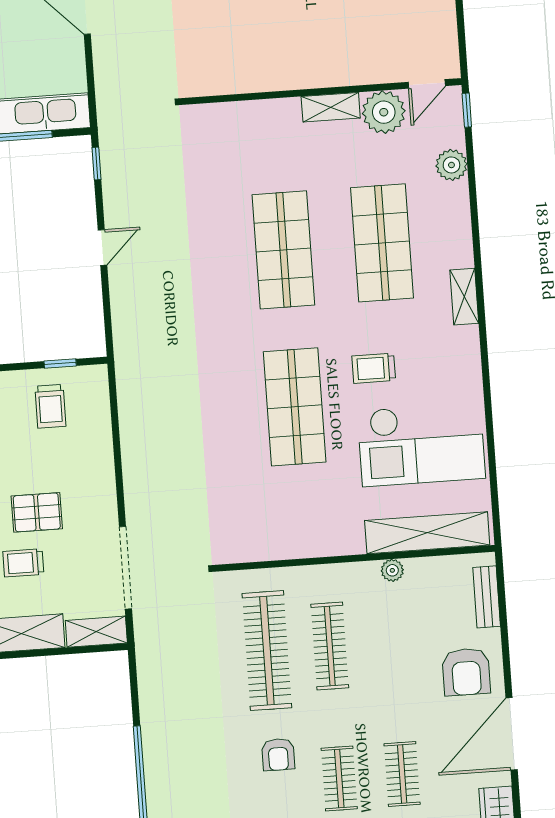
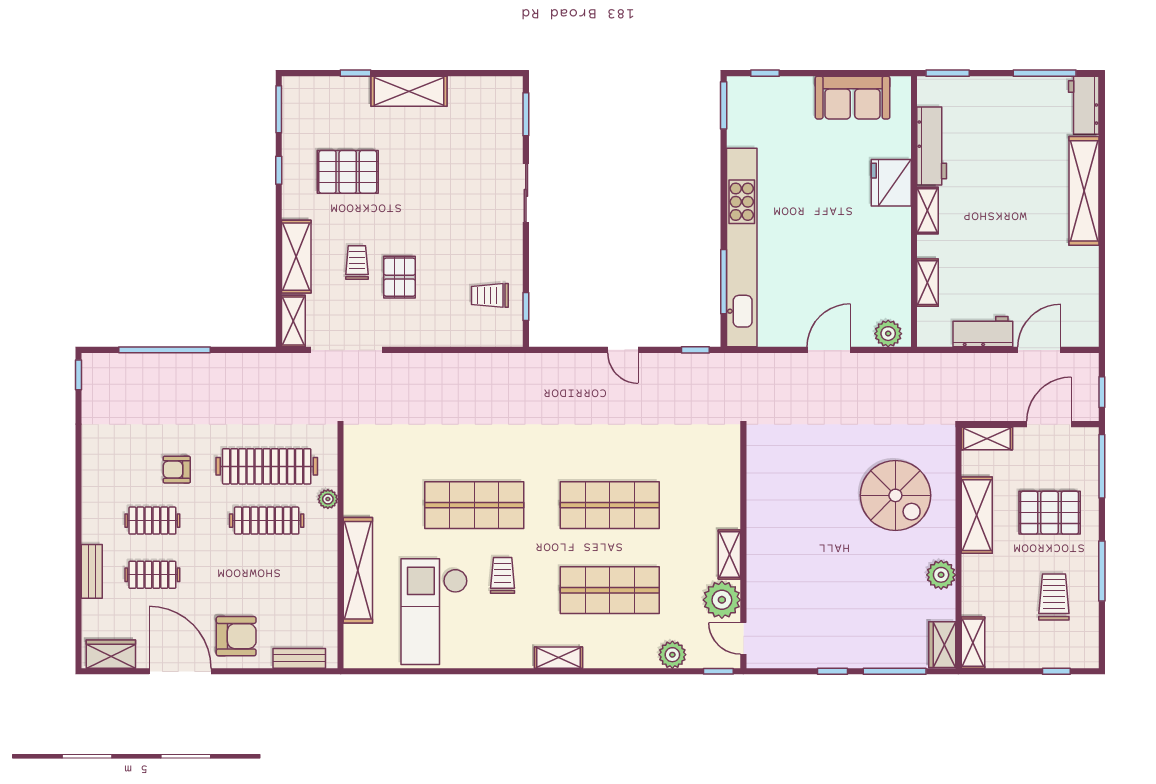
shelving: (427, 533) -> (358, 570), moved
plant: (392, 570) -> (328, 499), moved
armchair: (466, 672) -> (236, 636), turned 180

